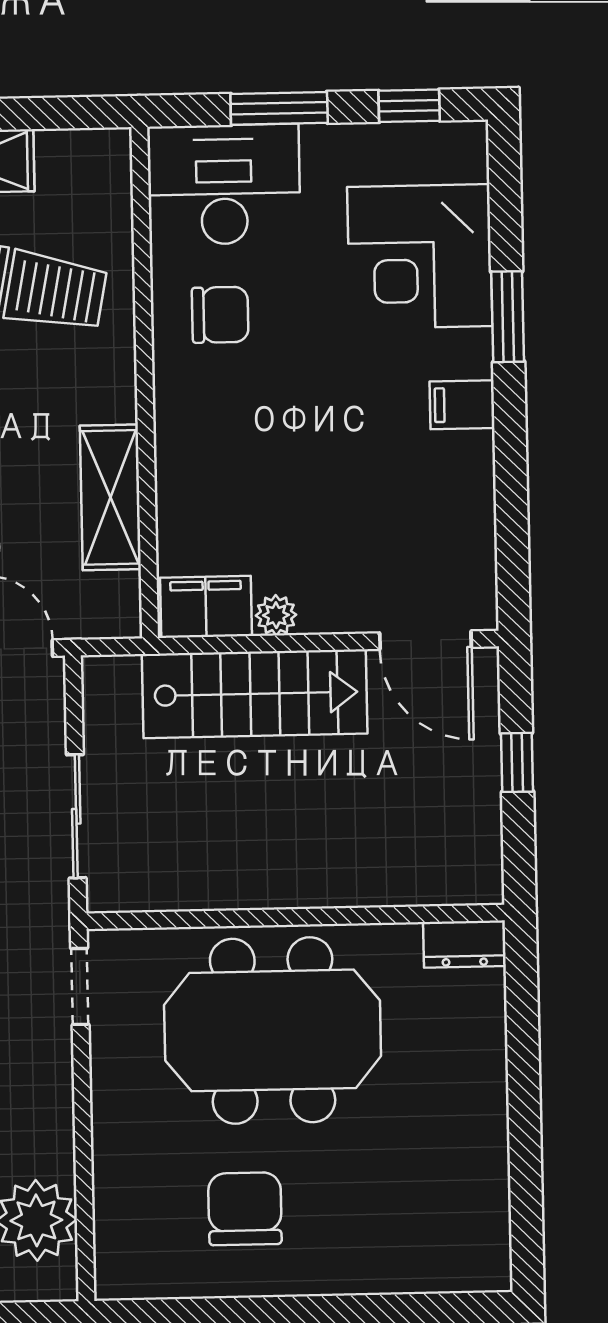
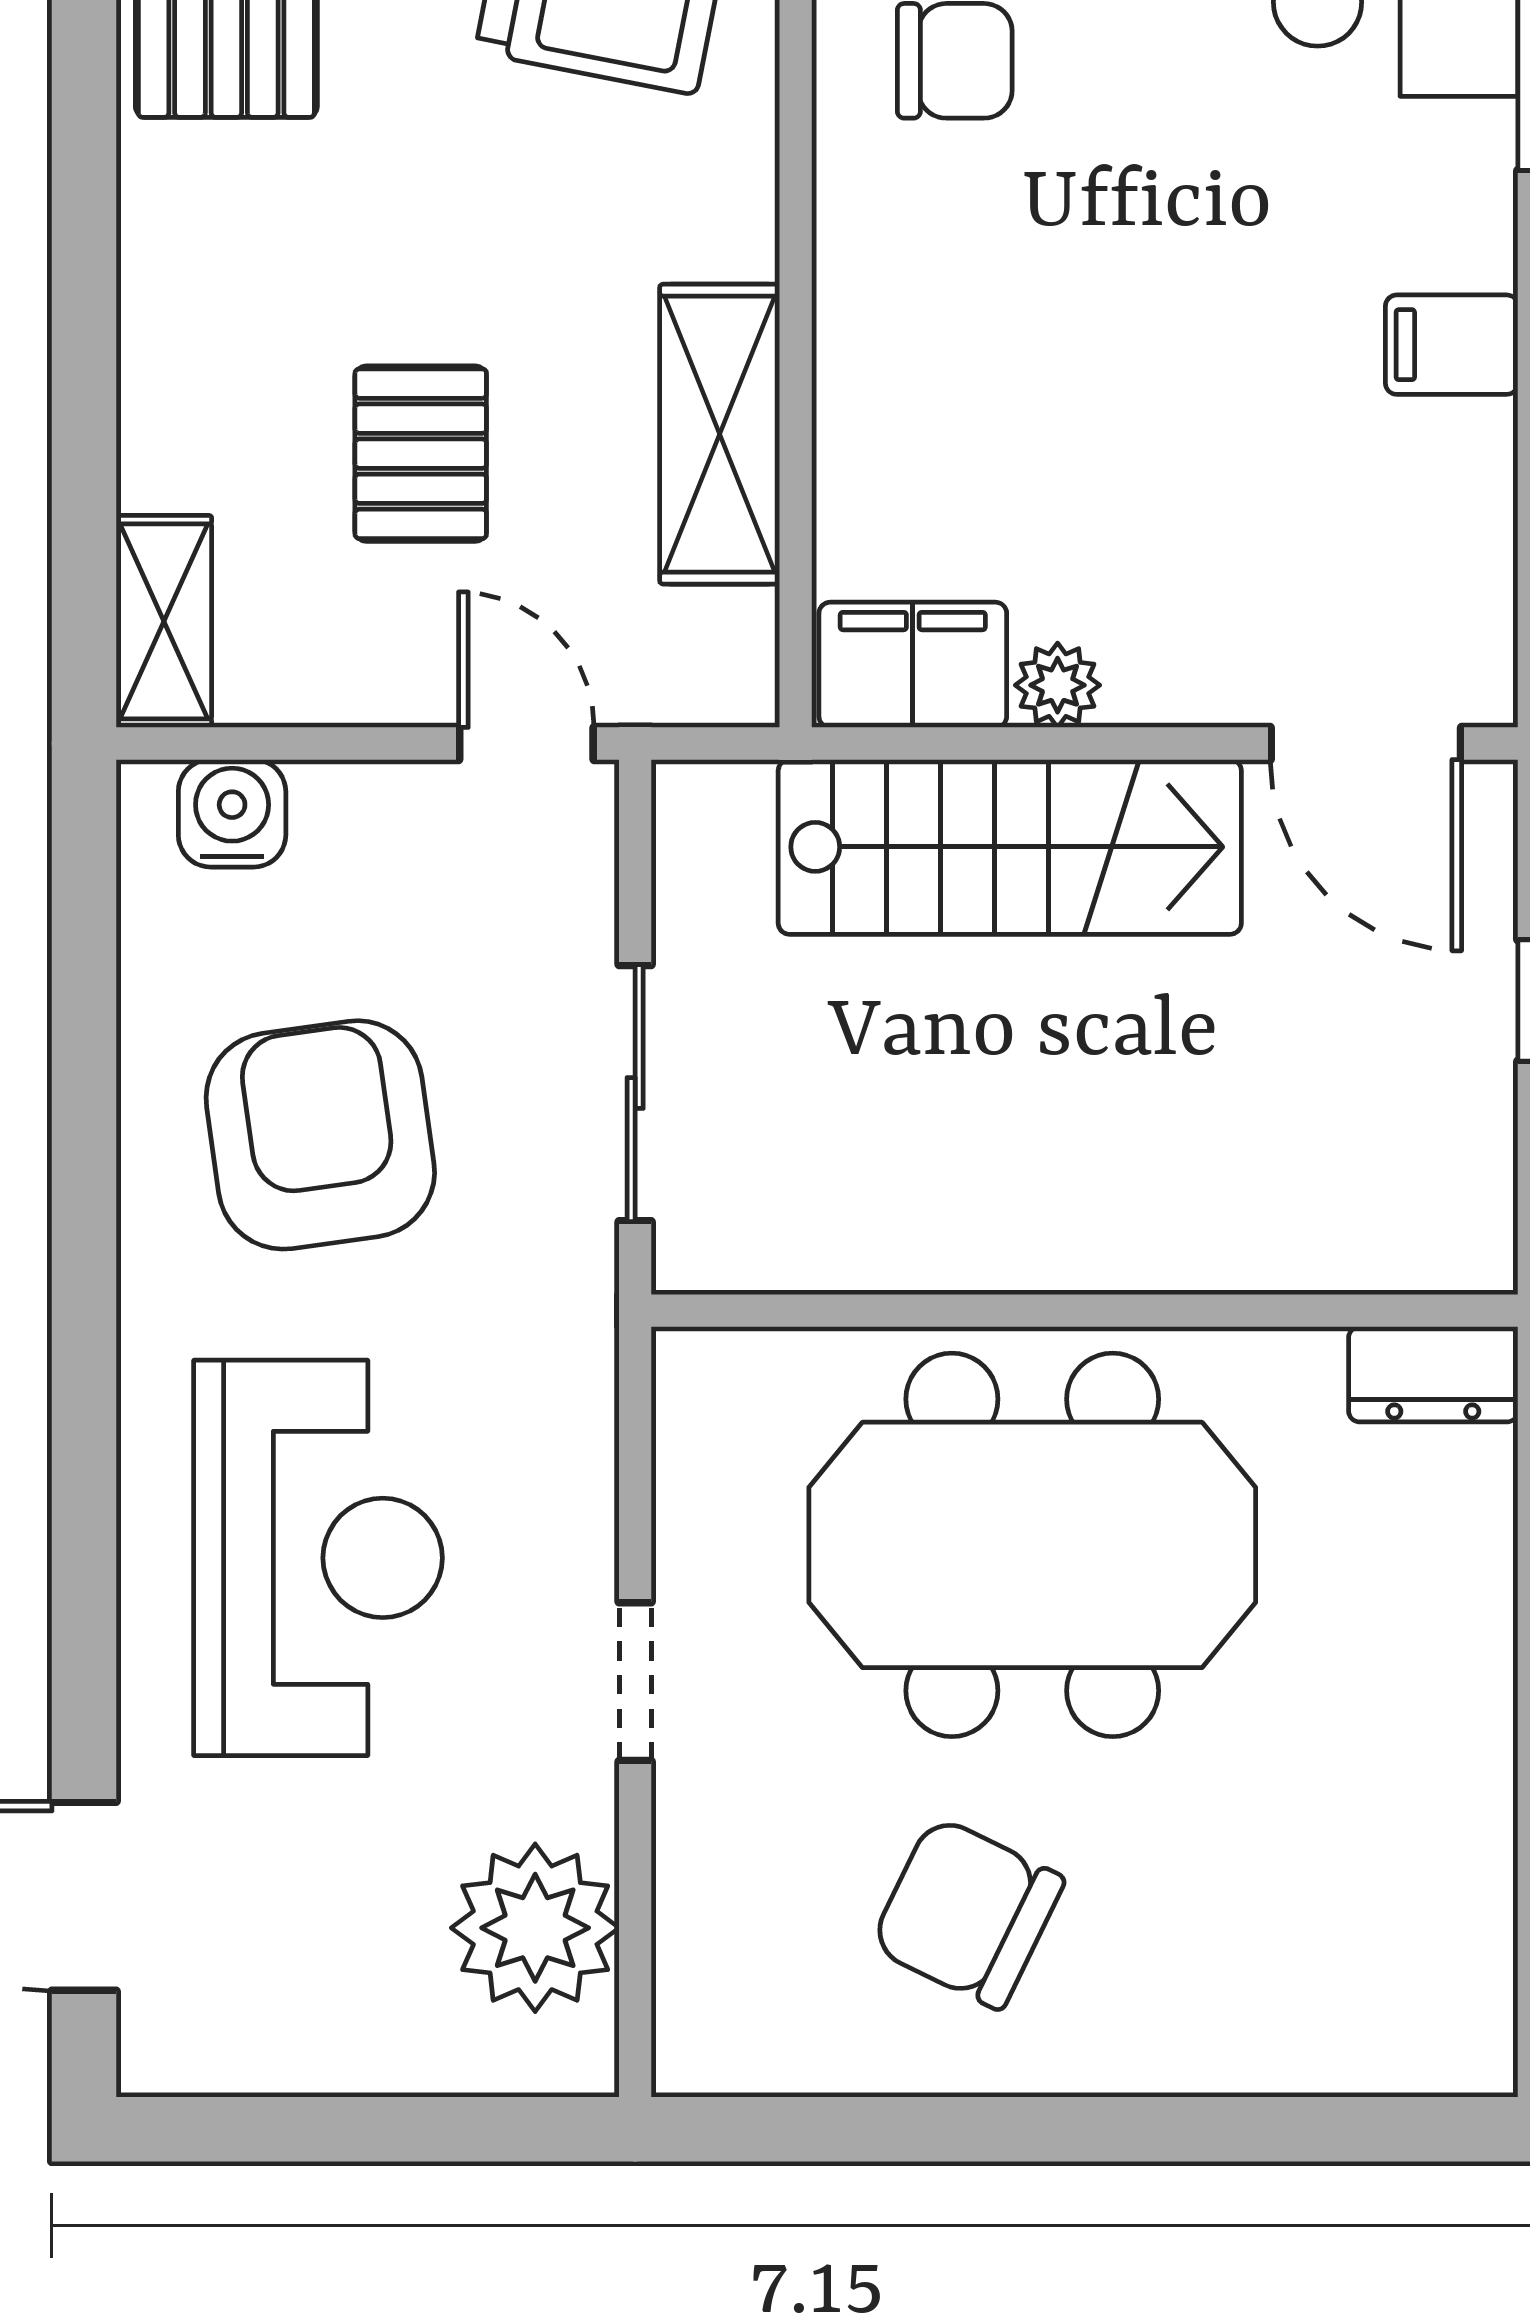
filing cabinet: (462, 405) -> (1452, 345), moved
doorway: (80, 987) -> (635, 1682), moved
chair: (245, 1209) -> (967, 1913), turned -64

